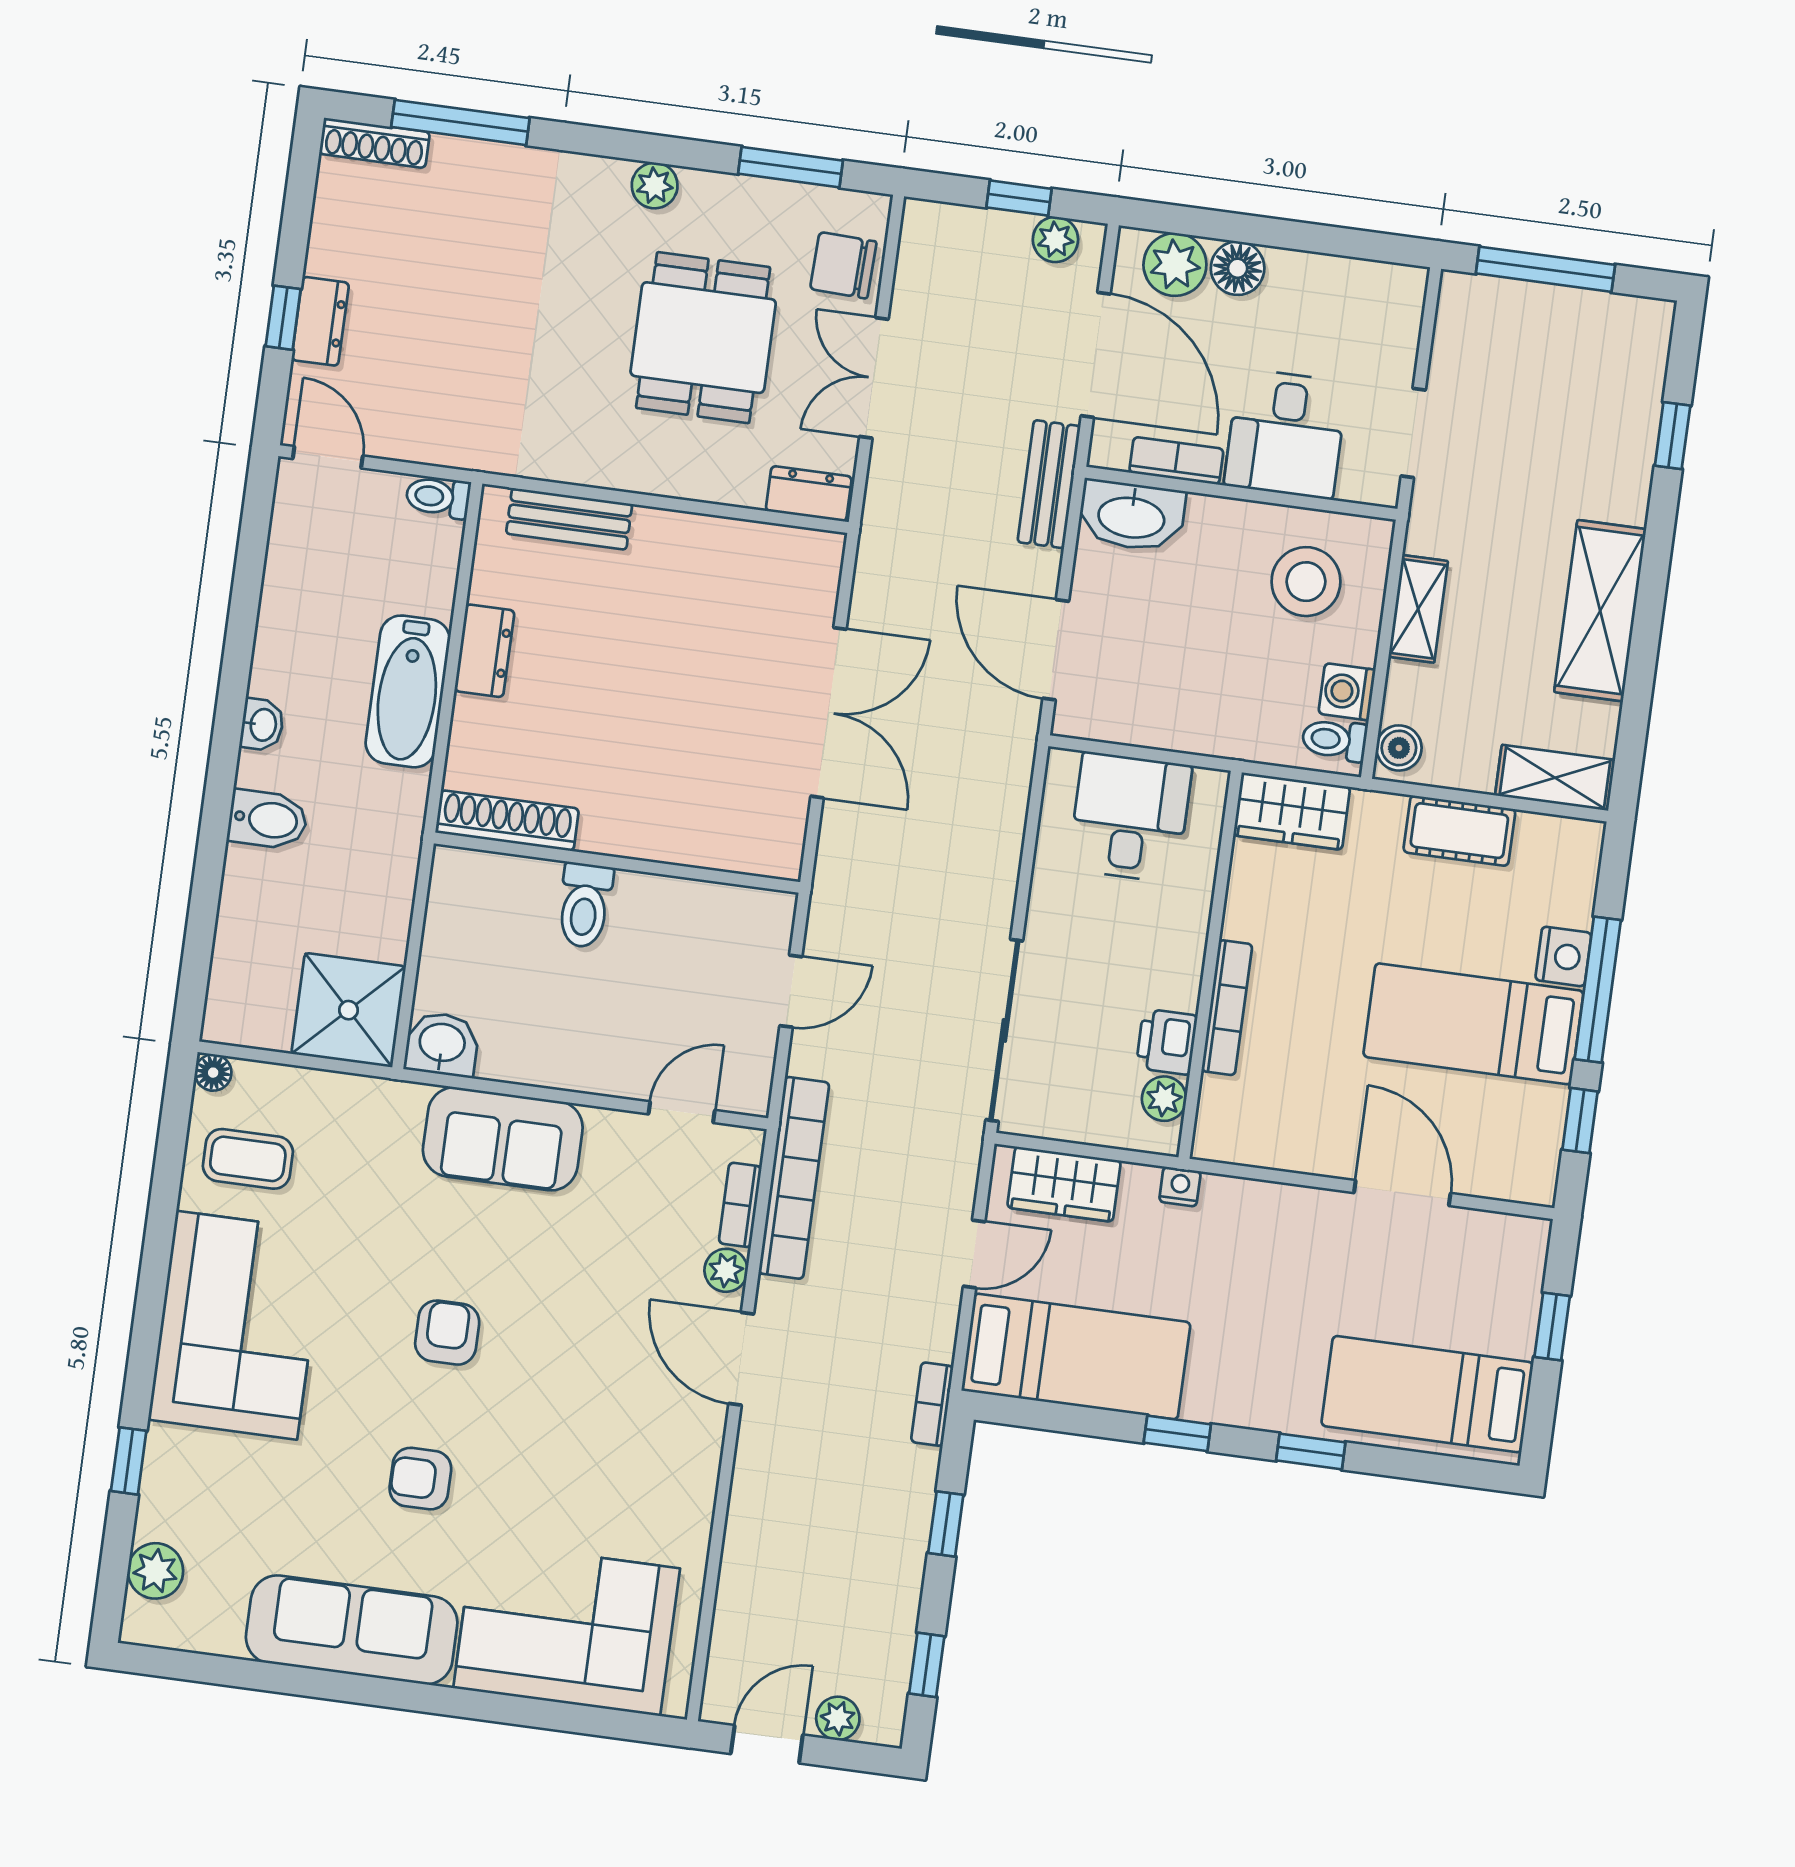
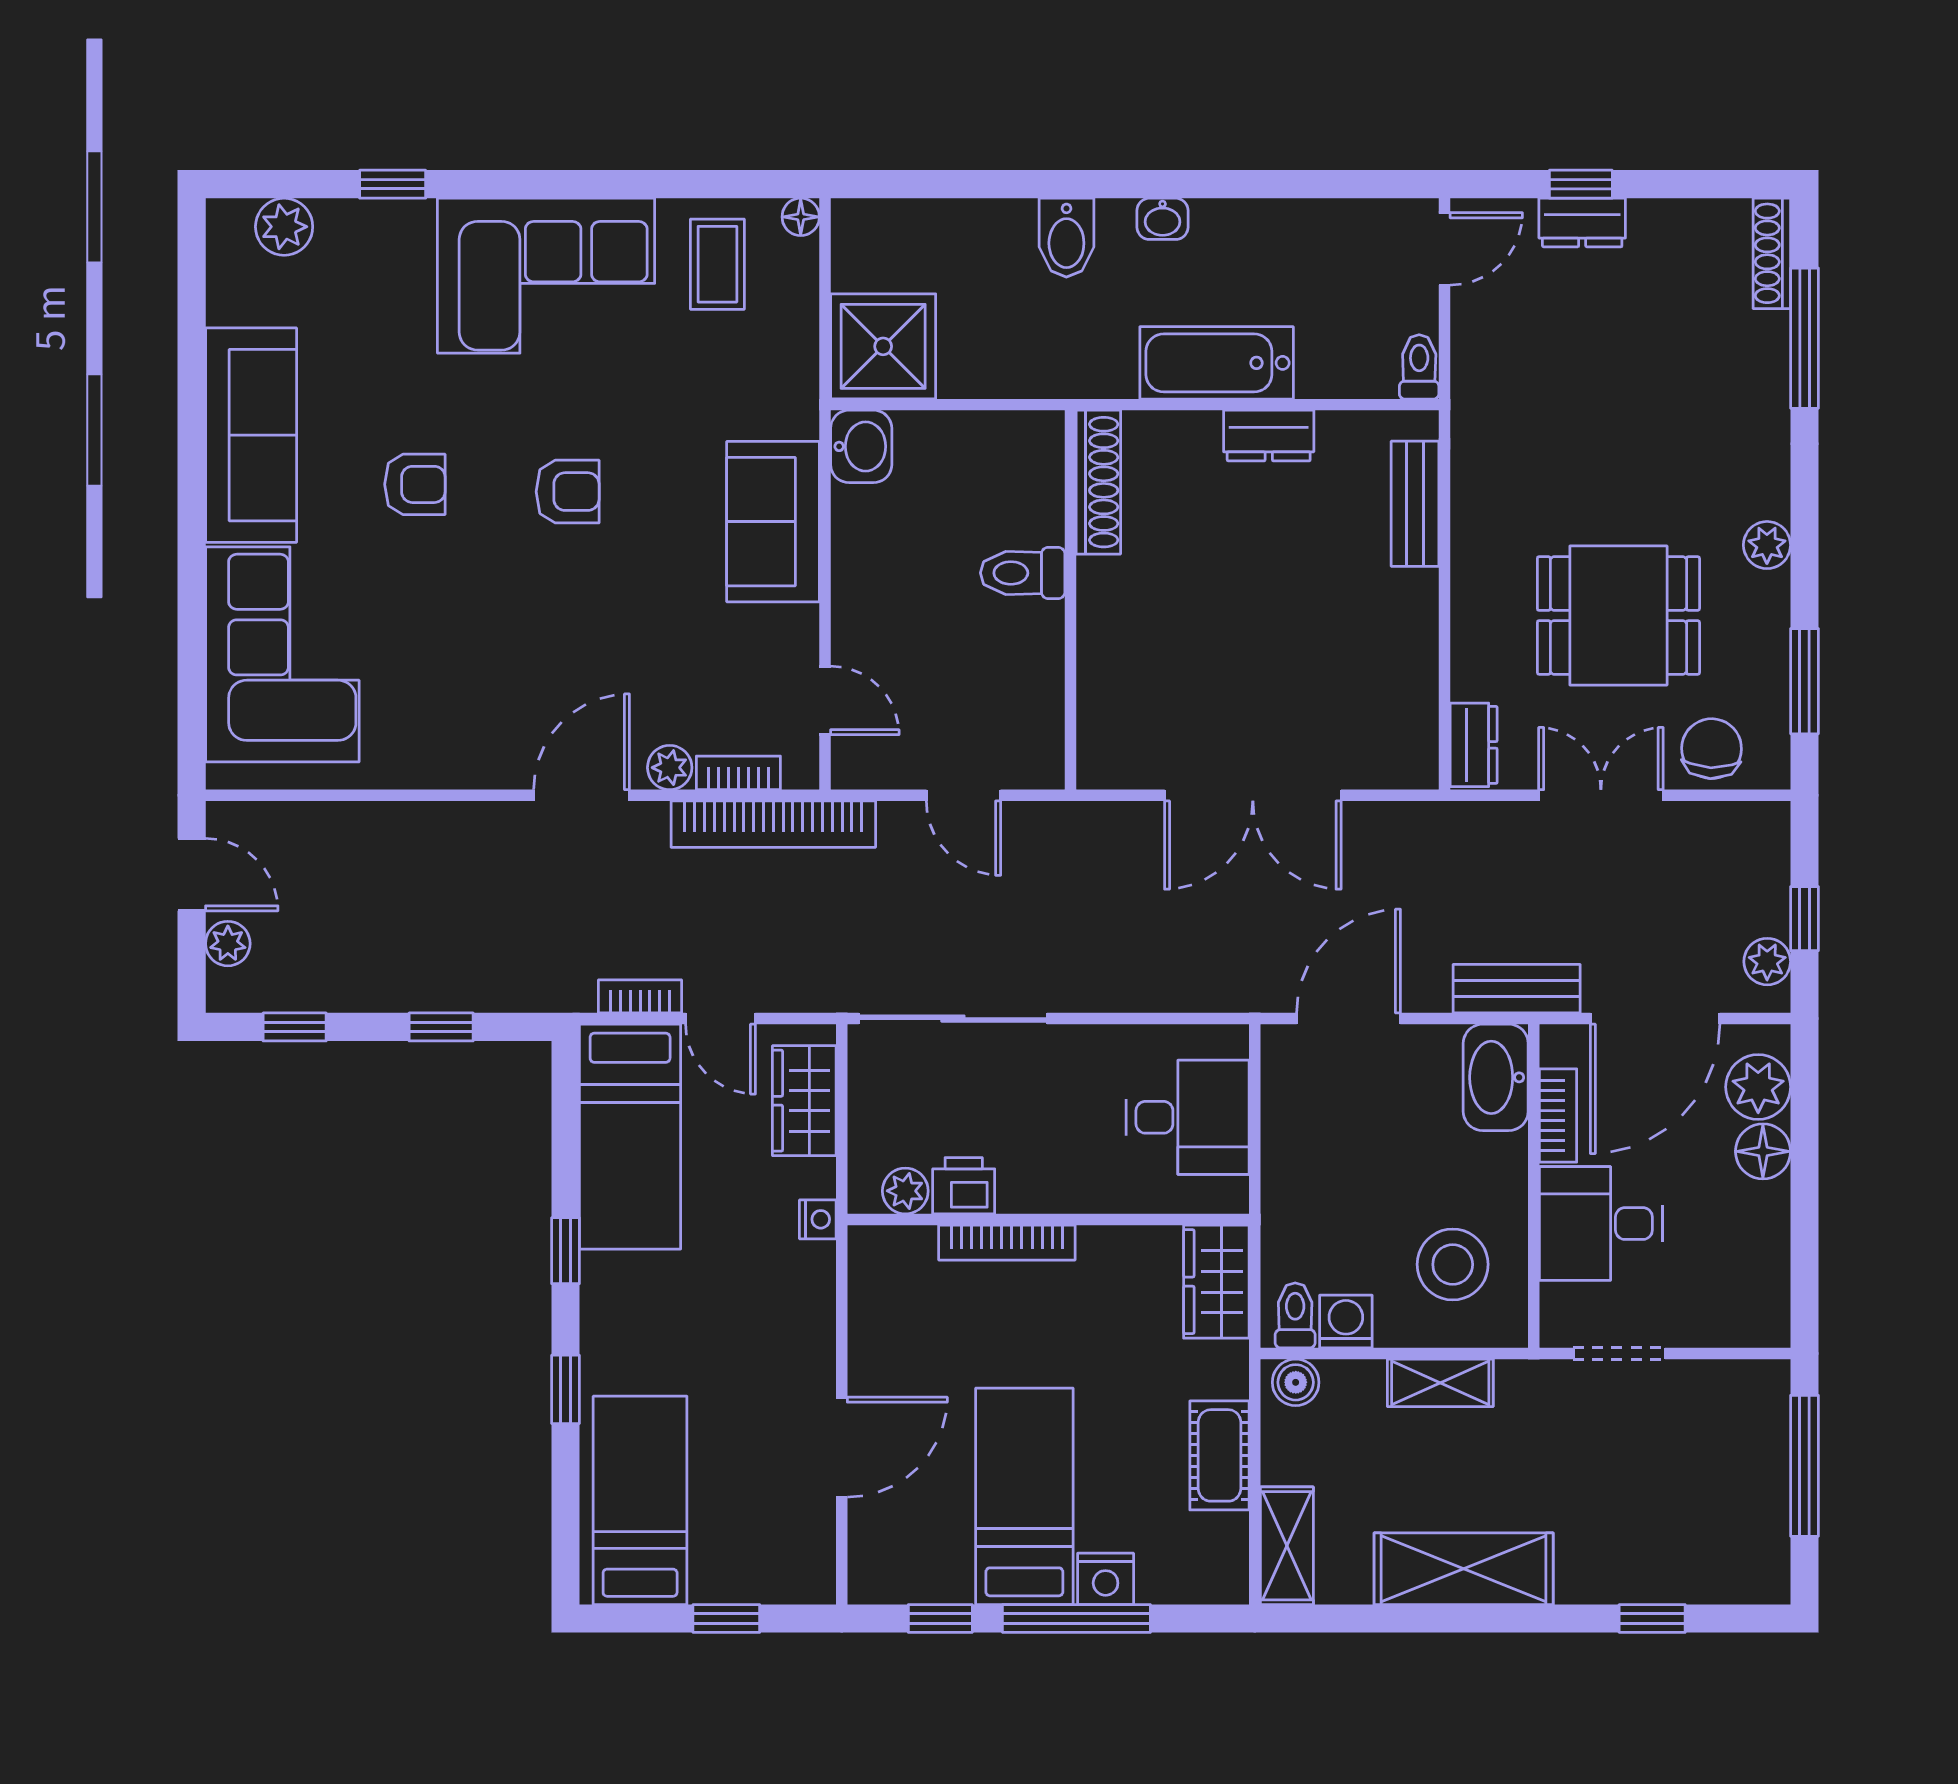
bookcase: (932, 1404) -> (640, 996), moved
armchair: (420, 1479) -> (415, 484), turned 90

